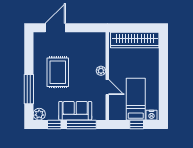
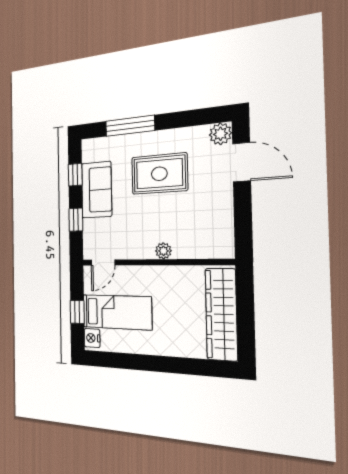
door: (107, 87) -> (103, 263), moved
sofa: (75, 111) -> (97, 190), moved
plant: (39, 114) -> (220, 134), moved
window: (81, 125) -> (76, 220), width x0.46

